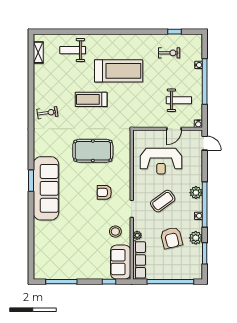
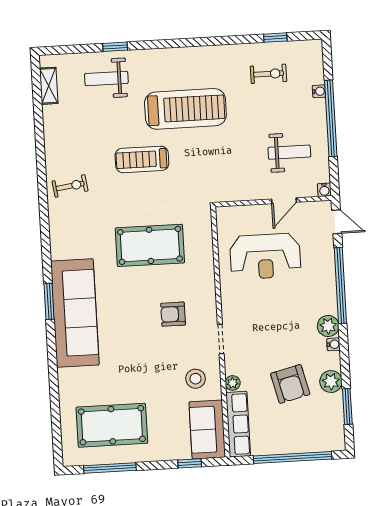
window: (79, 32) -> (115, 47), added
plant: (196, 193) -> (328, 326), moved
coffee table: (163, 201) -> (272, 323), removed
window: (205, 204) -> (340, 286), moved
pool table: (64, 256) -> (112, 425), added

